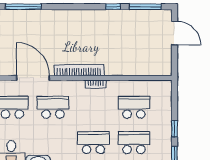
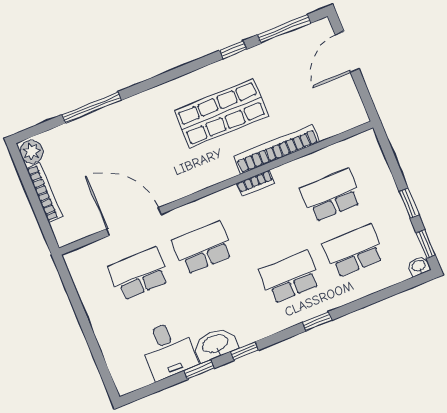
door: (174, 33) -> (347, 52), swing flipped
shop shelf: (93, 39) -> (221, 113), added
bookcase: (79, 70) -> (277, 149), moved
door: (33, 78) -> (134, 222), moved

